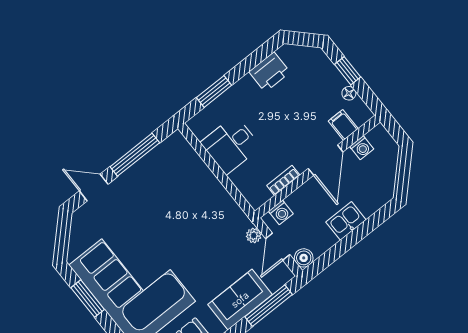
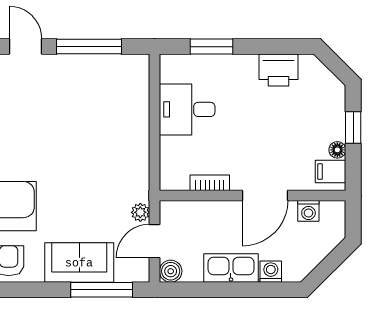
filing cabinet: (343, 125) -> (331, 172), moved, turned -90
washing machine: (281, 212) -> (271, 272), moved, turned 180
kitchen sink: (346, 221) -> (231, 268), width x1.38

